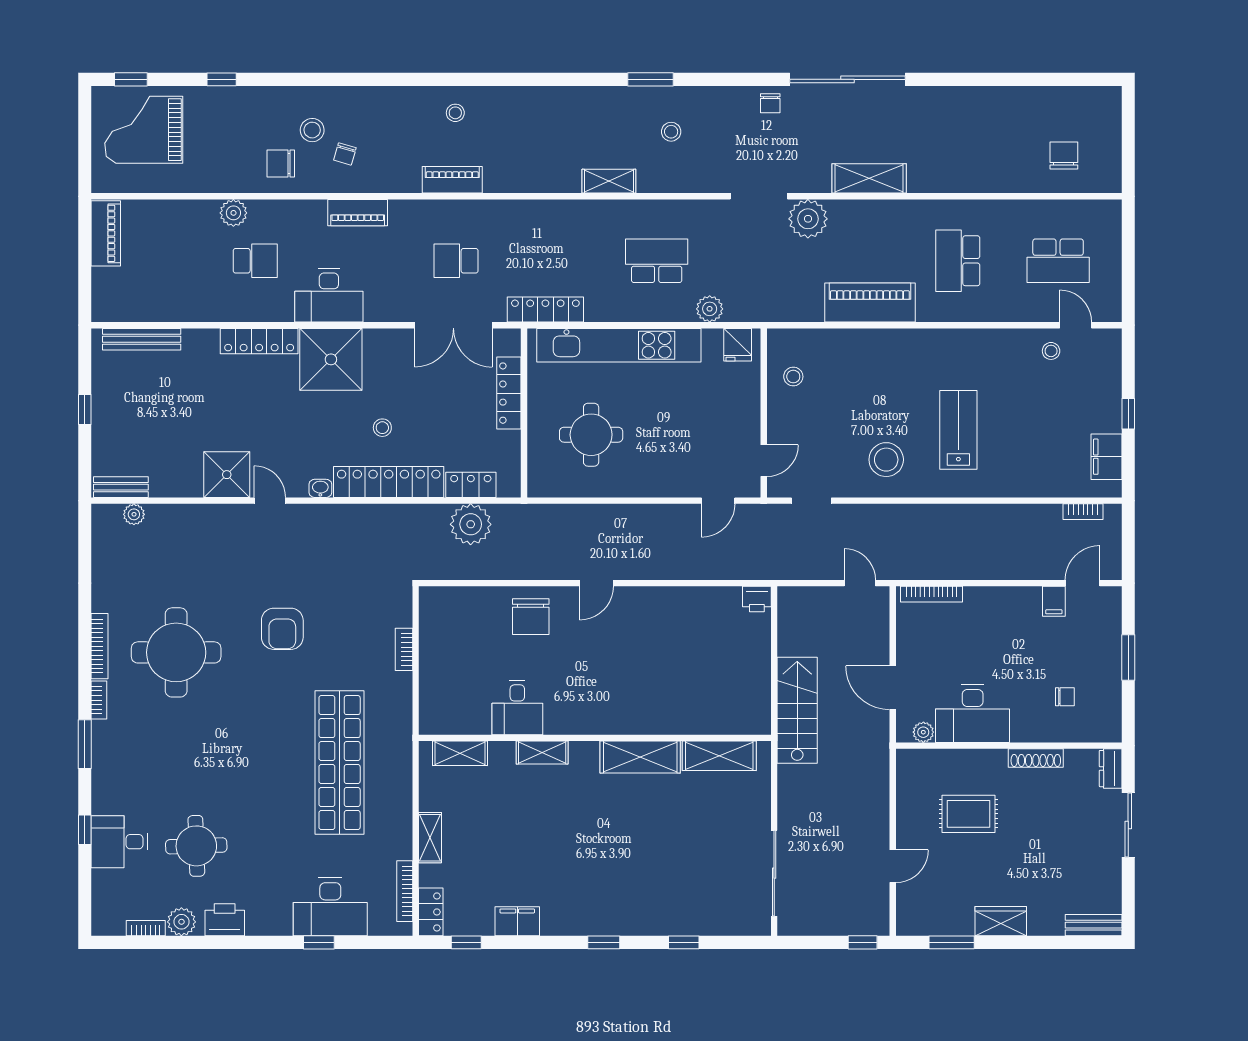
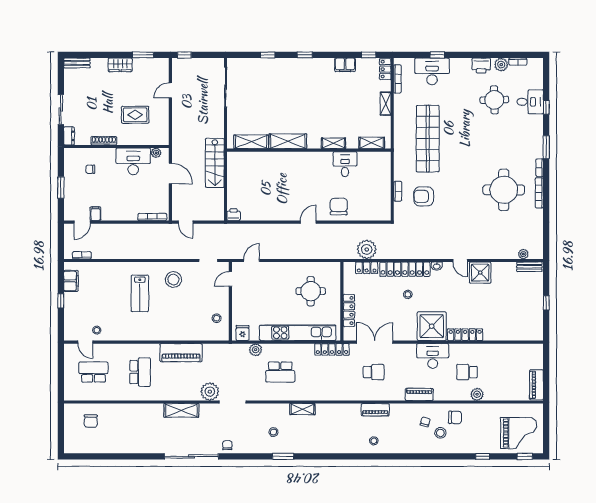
bench: (142, 339) -> (520, 336), removed
armchair: (282, 629) -> (424, 196), moved, turned -90

